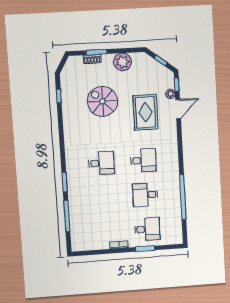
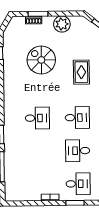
rug: (145, 112) -> (81, 72), width x0.73, depth x0.70

